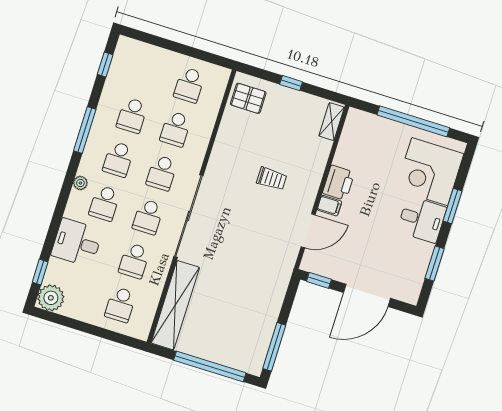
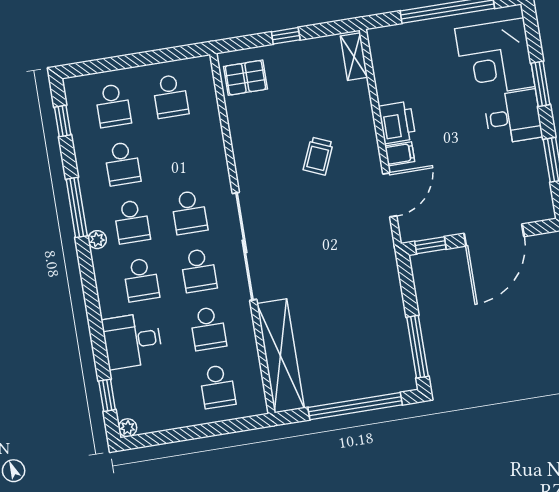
school desk: (176, 129) -> (113, 106), moved
trolley: (272, 179) -> (318, 156), turned 113
plant: (80, 183) -> (97, 240), moved
plant: (51, 298) -> (128, 428), width x0.53, depth x0.53

